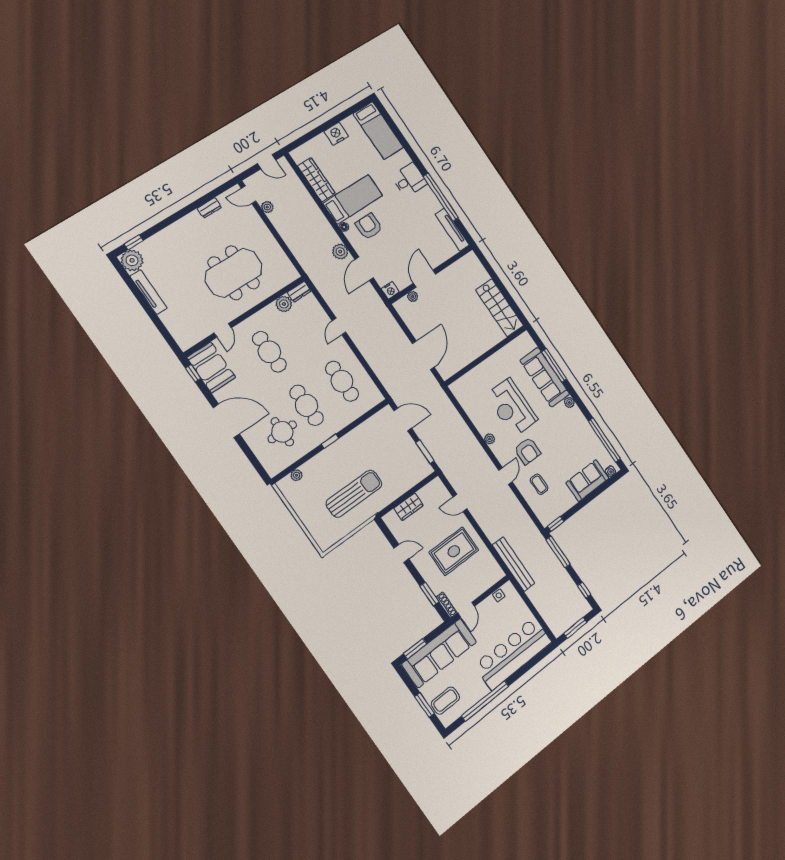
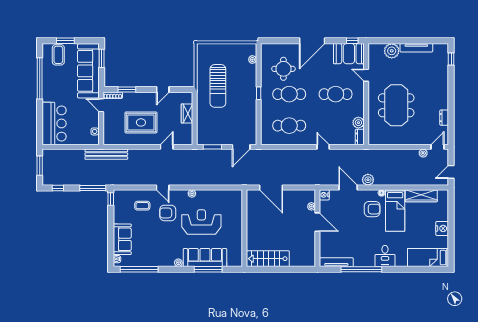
plant: (132, 260) -> (392, 51), moved
rug: (454, 551) -> (141, 122), turned 90
bar counter: (513, 653) -> (54, 123), width x0.73

